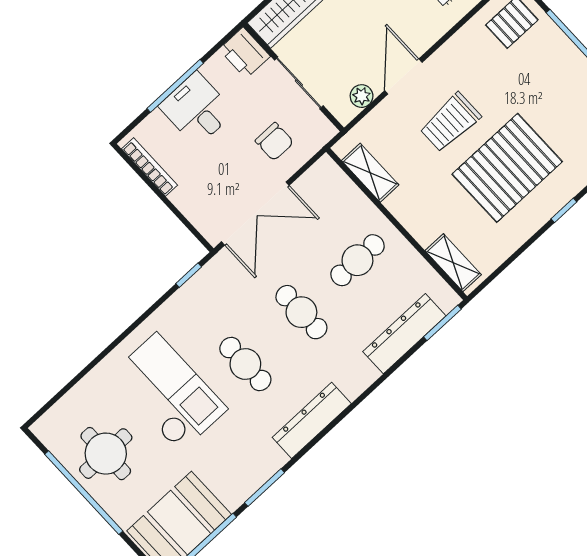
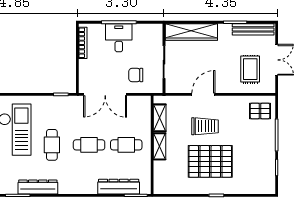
printer: (245, 53) -> (155, 33), removed
plant: (362, 96) -> (182, 88), removed
trolley: (450, 122) -> (205, 126), turned 180
chair: (274, 142) -> (136, 75), turned 90
shelving: (453, 263) -> (160, 146), moved
cafe table: (301, 312) -> (89, 145), turned 90
dresser: (312, 420) -> (38, 187), moved

